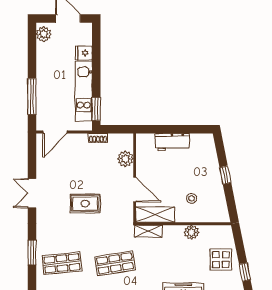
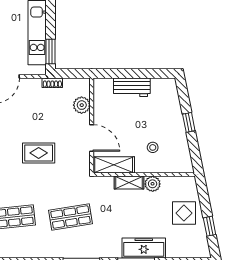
shelving: (148, 231) -> (129, 183), moved

